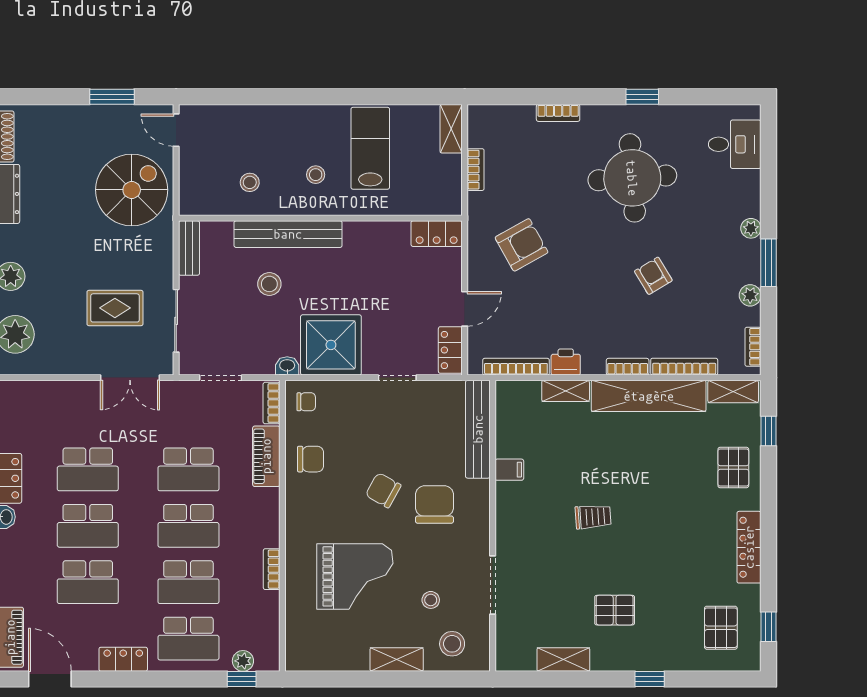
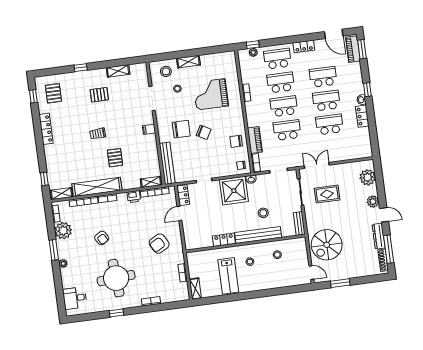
locker: (437, 234) -> (224, 240), moved
plant: (750, 295) -> (63, 231), width x1.88, depth x1.88
shelving: (566, 391) -> (151, 182), moved
pallet: (733, 468) -> (115, 158), moved
filing cabinet: (509, 470) -> (149, 129), moved
chair: (434, 505) -> (181, 129), turned -90
trolley: (593, 517) -> (98, 134), moved

